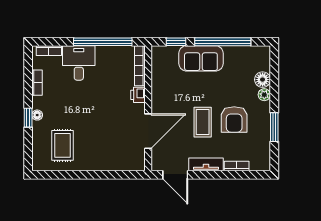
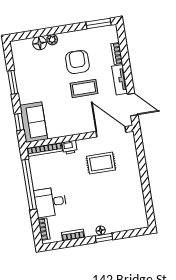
window: (223, 42) -> (13, 82), width x0.47
sofa: (201, 58) -> (34, 122), moved
armchair: (234, 119) -> (77, 62), turned -90
window: (274, 127) -> (98, 24), moved
door: (148, 131) -> (111, 132), moved
rug: (63, 145) -> (101, 163), moved
door: (175, 175) -> (133, 104), hinge flipped

